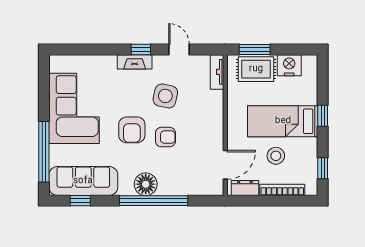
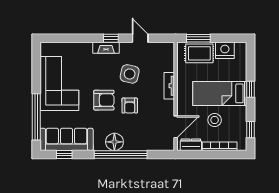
tv unit: (217, 72) -> (169, 86), moved
armchair: (132, 130) -> (104, 100), turned -90
armchair: (165, 137) -> (130, 106), turned 90

